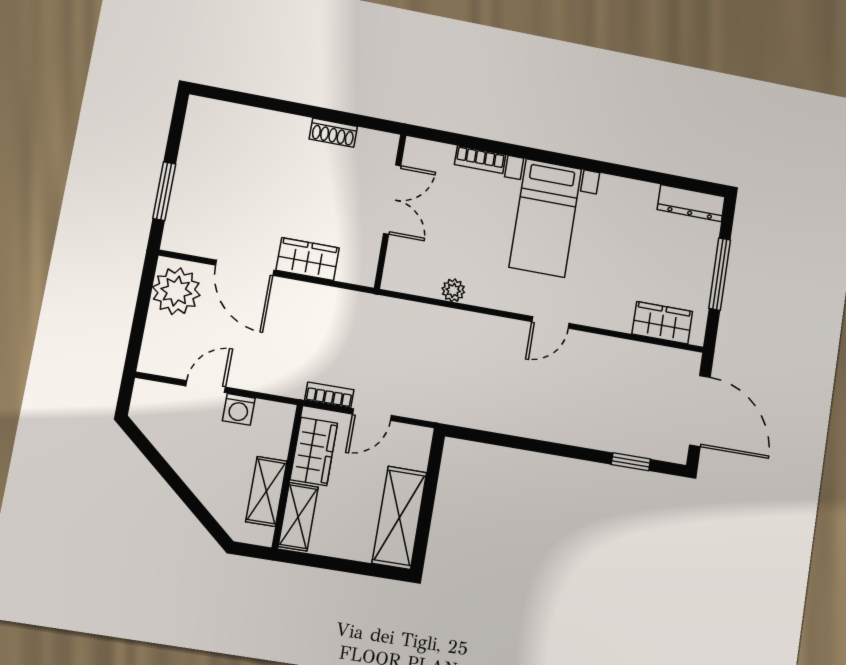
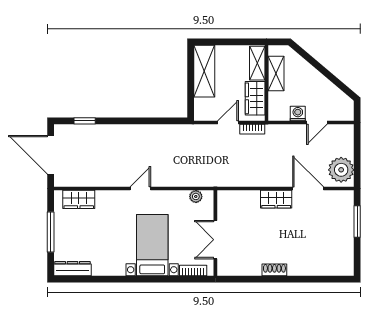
double door: (392, 199) -> (215, 240), moved
wall: (390, 211) -> (215, 233), moved

